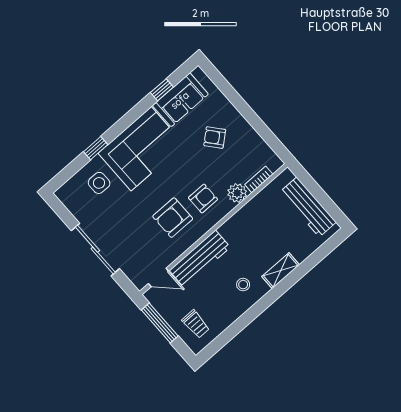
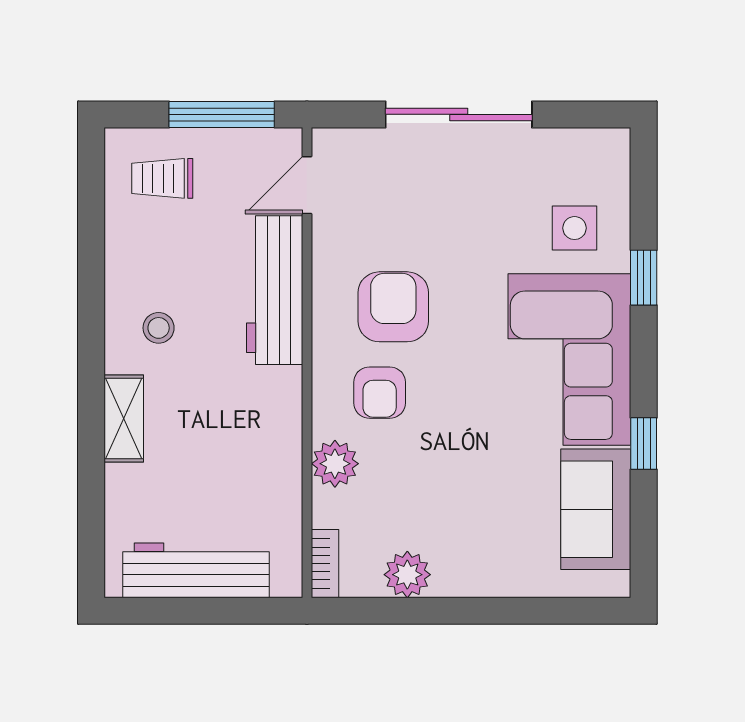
window: (162, 90) -> (644, 444), moved
armchair: (215, 138) -> (472, 512), removed
plant: (252, 140) -> (407, 575), added
bookcase: (259, 179) -> (325, 564), moved

